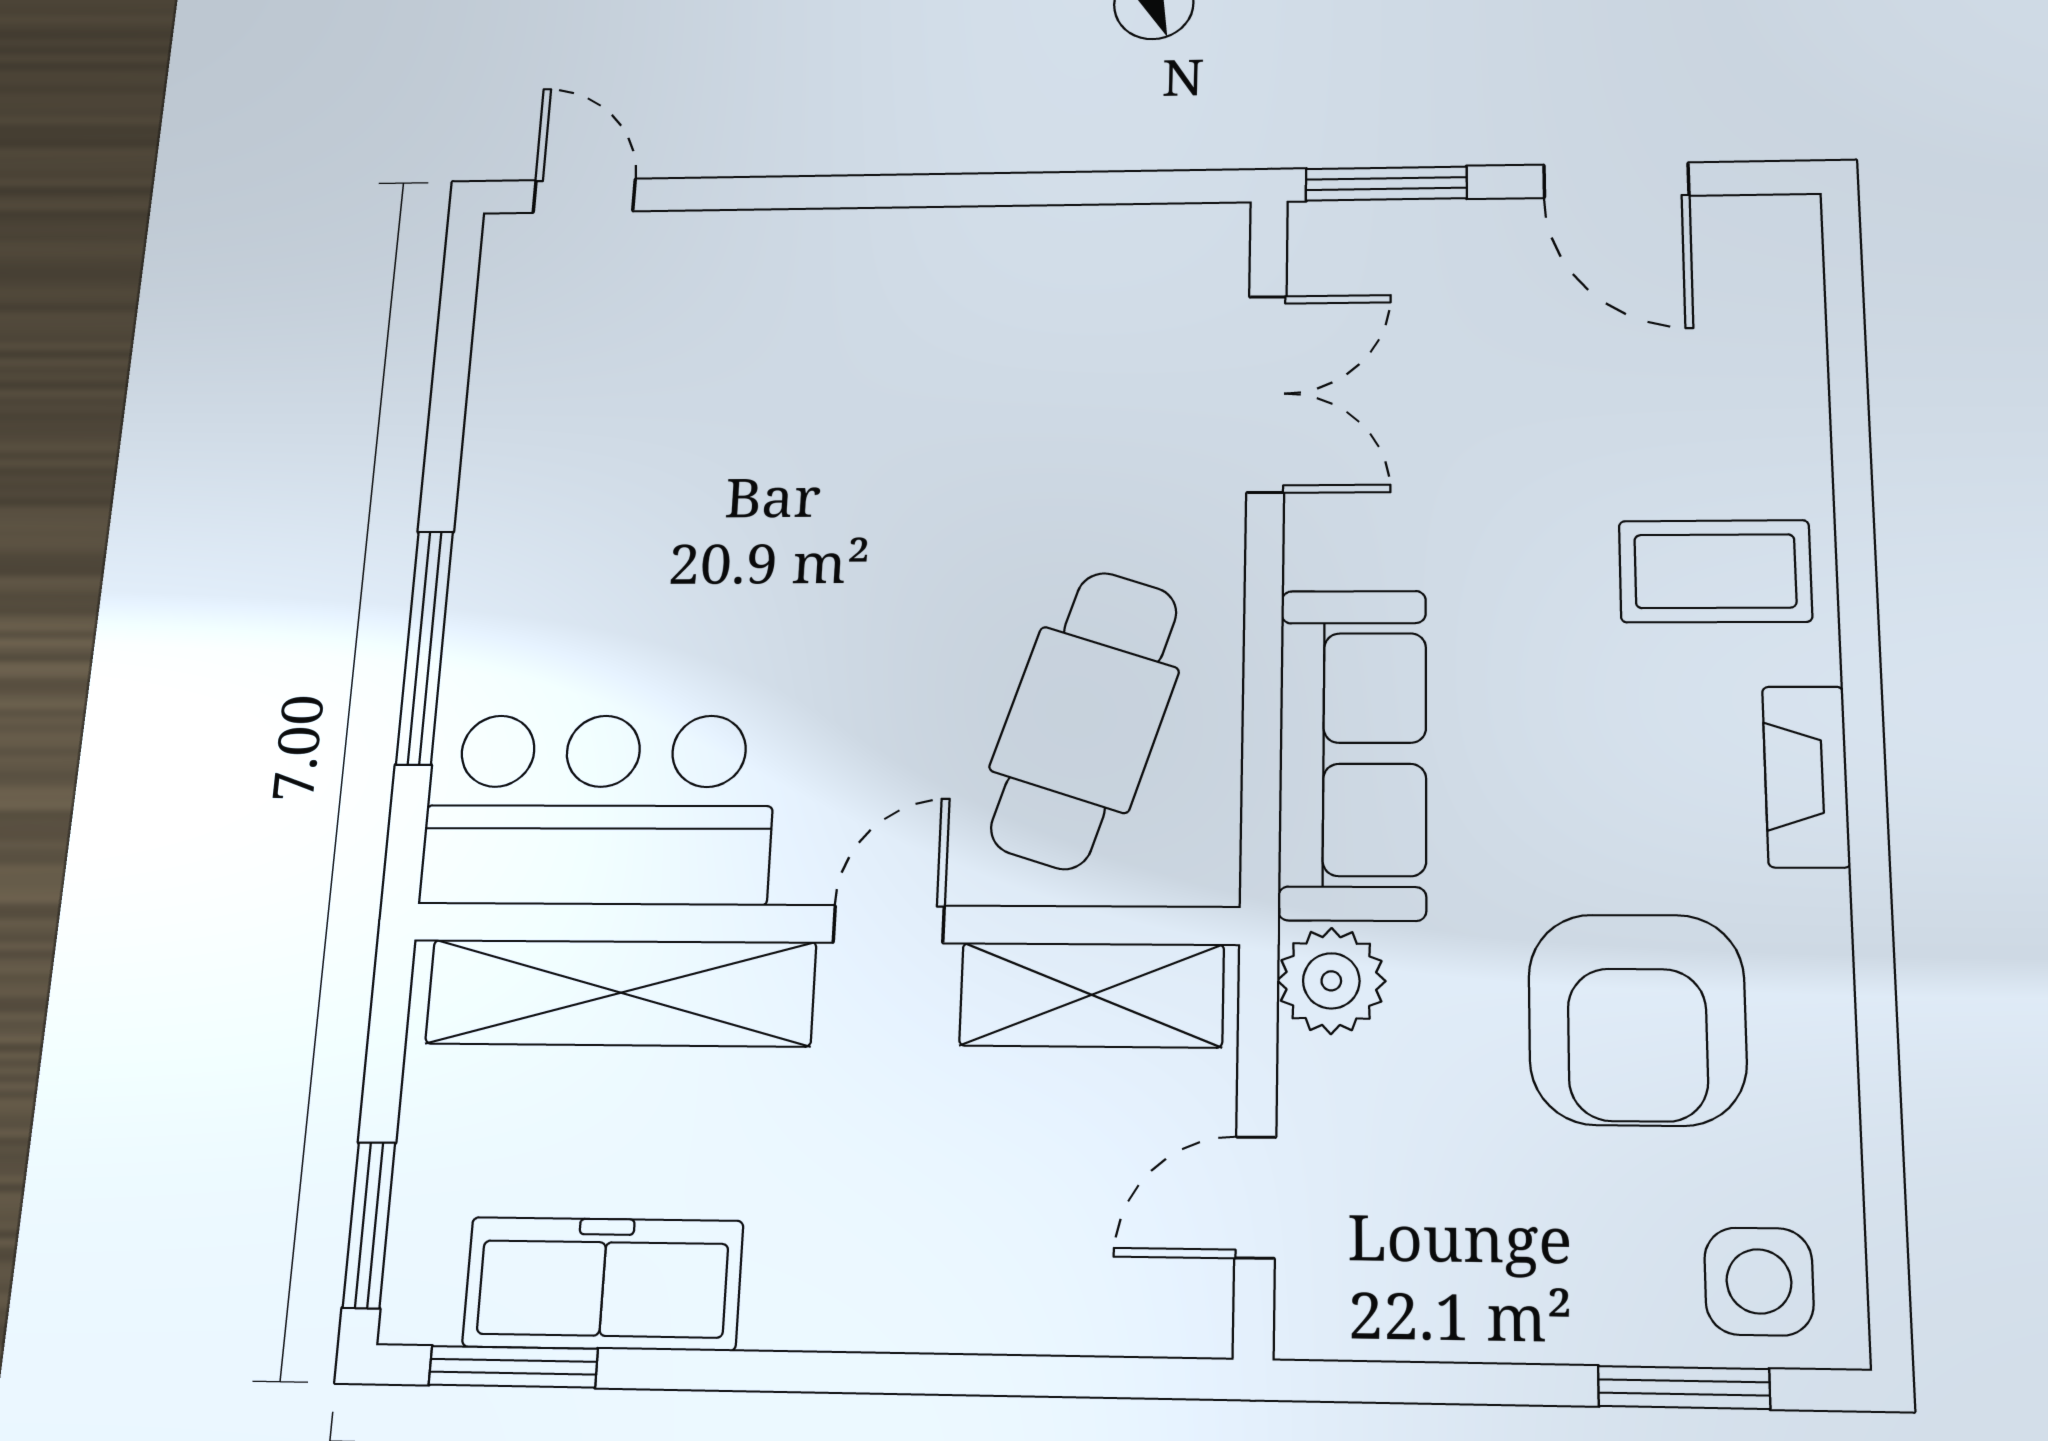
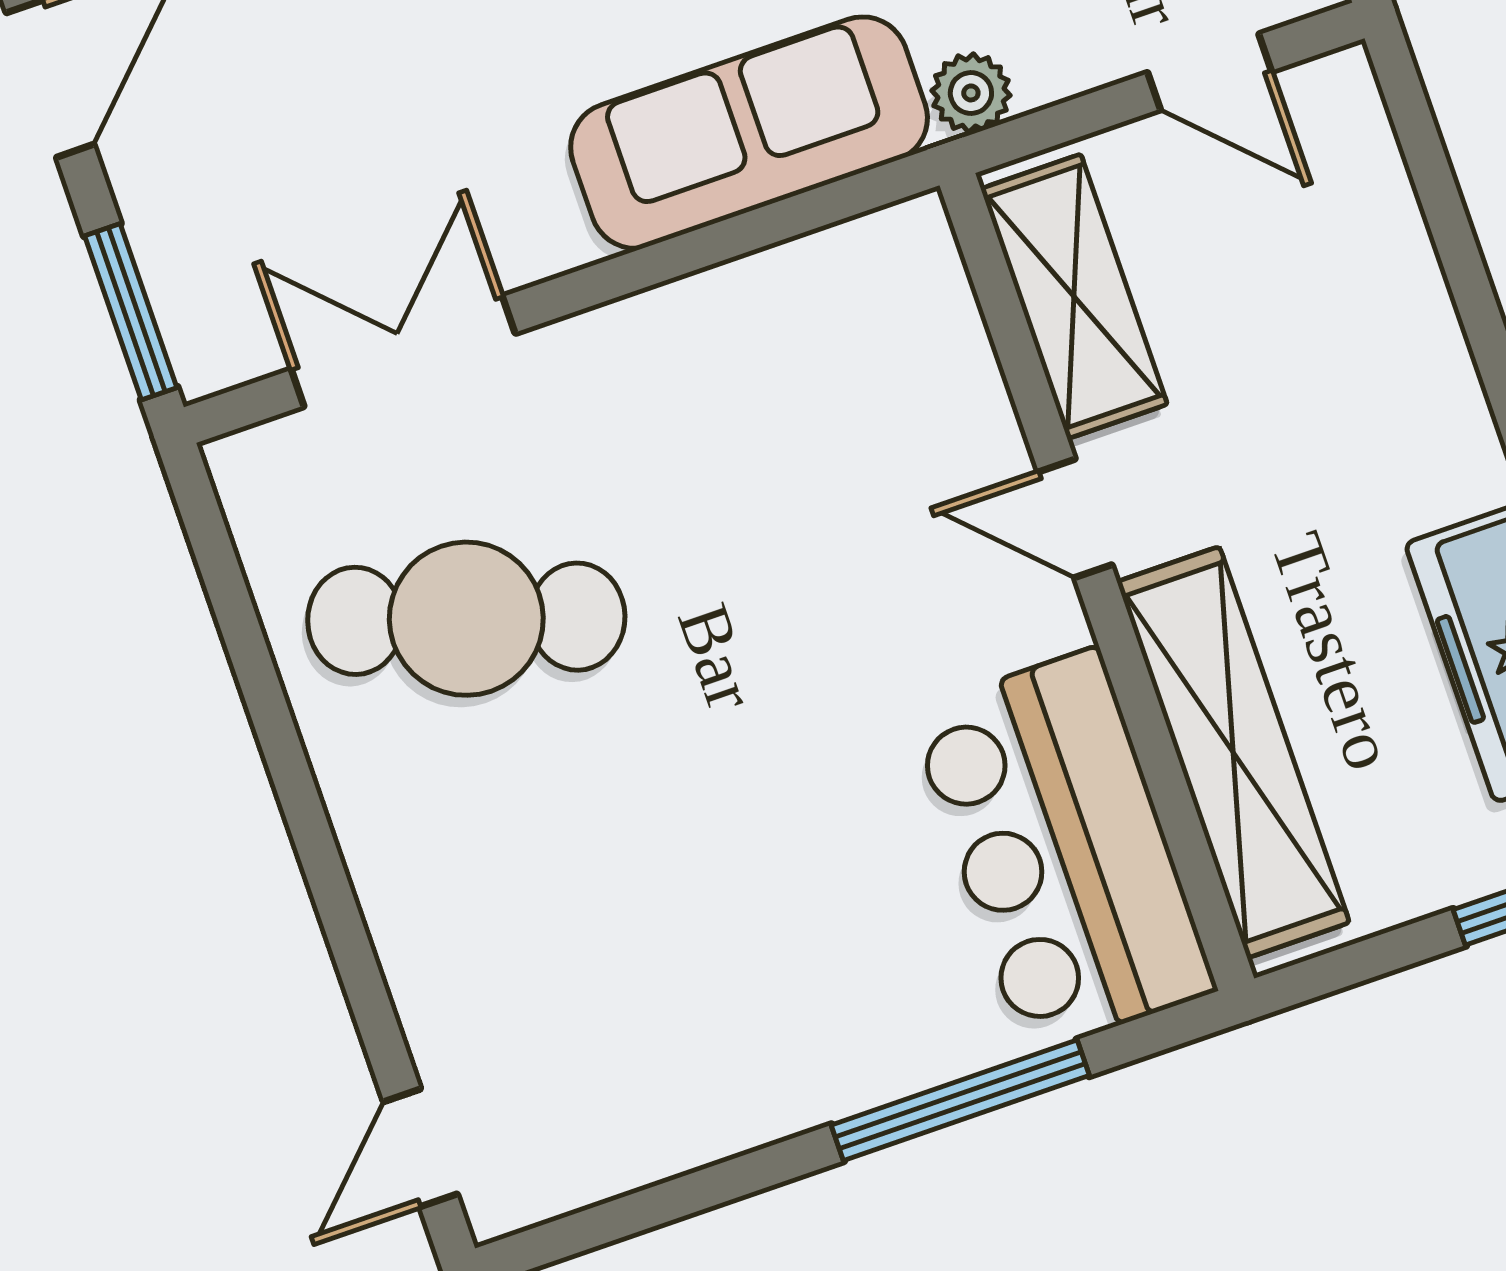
cafe table: (1084, 719) -> (466, 619), moved
plant: (1331, 981) -> (971, 93), width x0.73, depth x0.73

